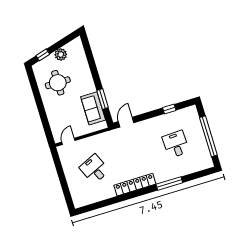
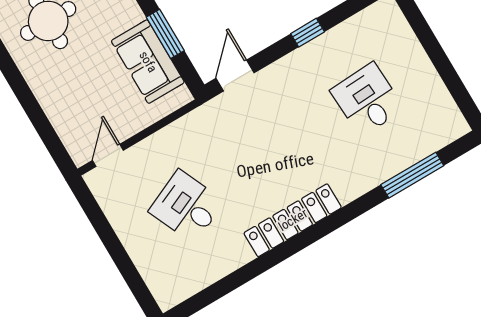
window: (169, 109) -> (308, 33), moved
window: (208, 136) -> (441, 61), removed
window: (169, 183) -> (412, 175), moved

